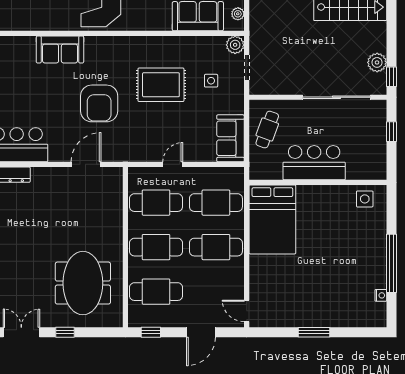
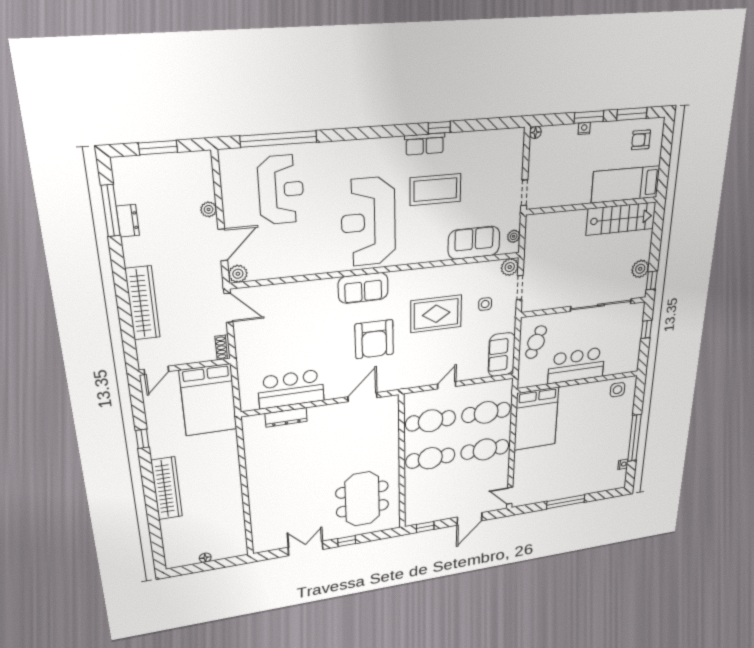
sofa: (60, 49) -> (363, 288), moved
cafe table: (156, 292) -> (430, 494), removed
window: (314, 332) -> (566, 502), width x1.44

